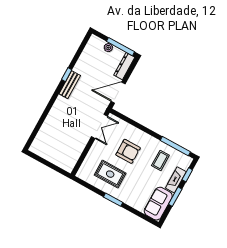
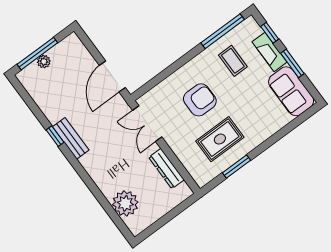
window: (120, 47) -> (37, 54), moved
dresser: (124, 66) -> (166, 169), moved
double door: (99, 126) -> (147, 124), swing flipped
plant: (46, 135) -> (125, 203), added
window: (113, 200) -> (237, 166), moved

